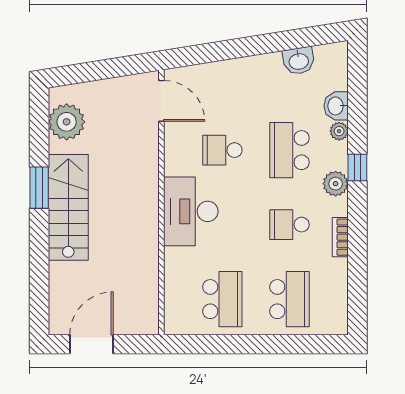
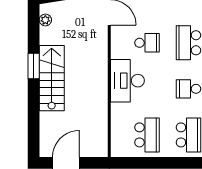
plant: (67, 122) -> (45, 20), width x0.53, depth x0.53
school desk: (222, 150) -> (147, 43), turned 180

